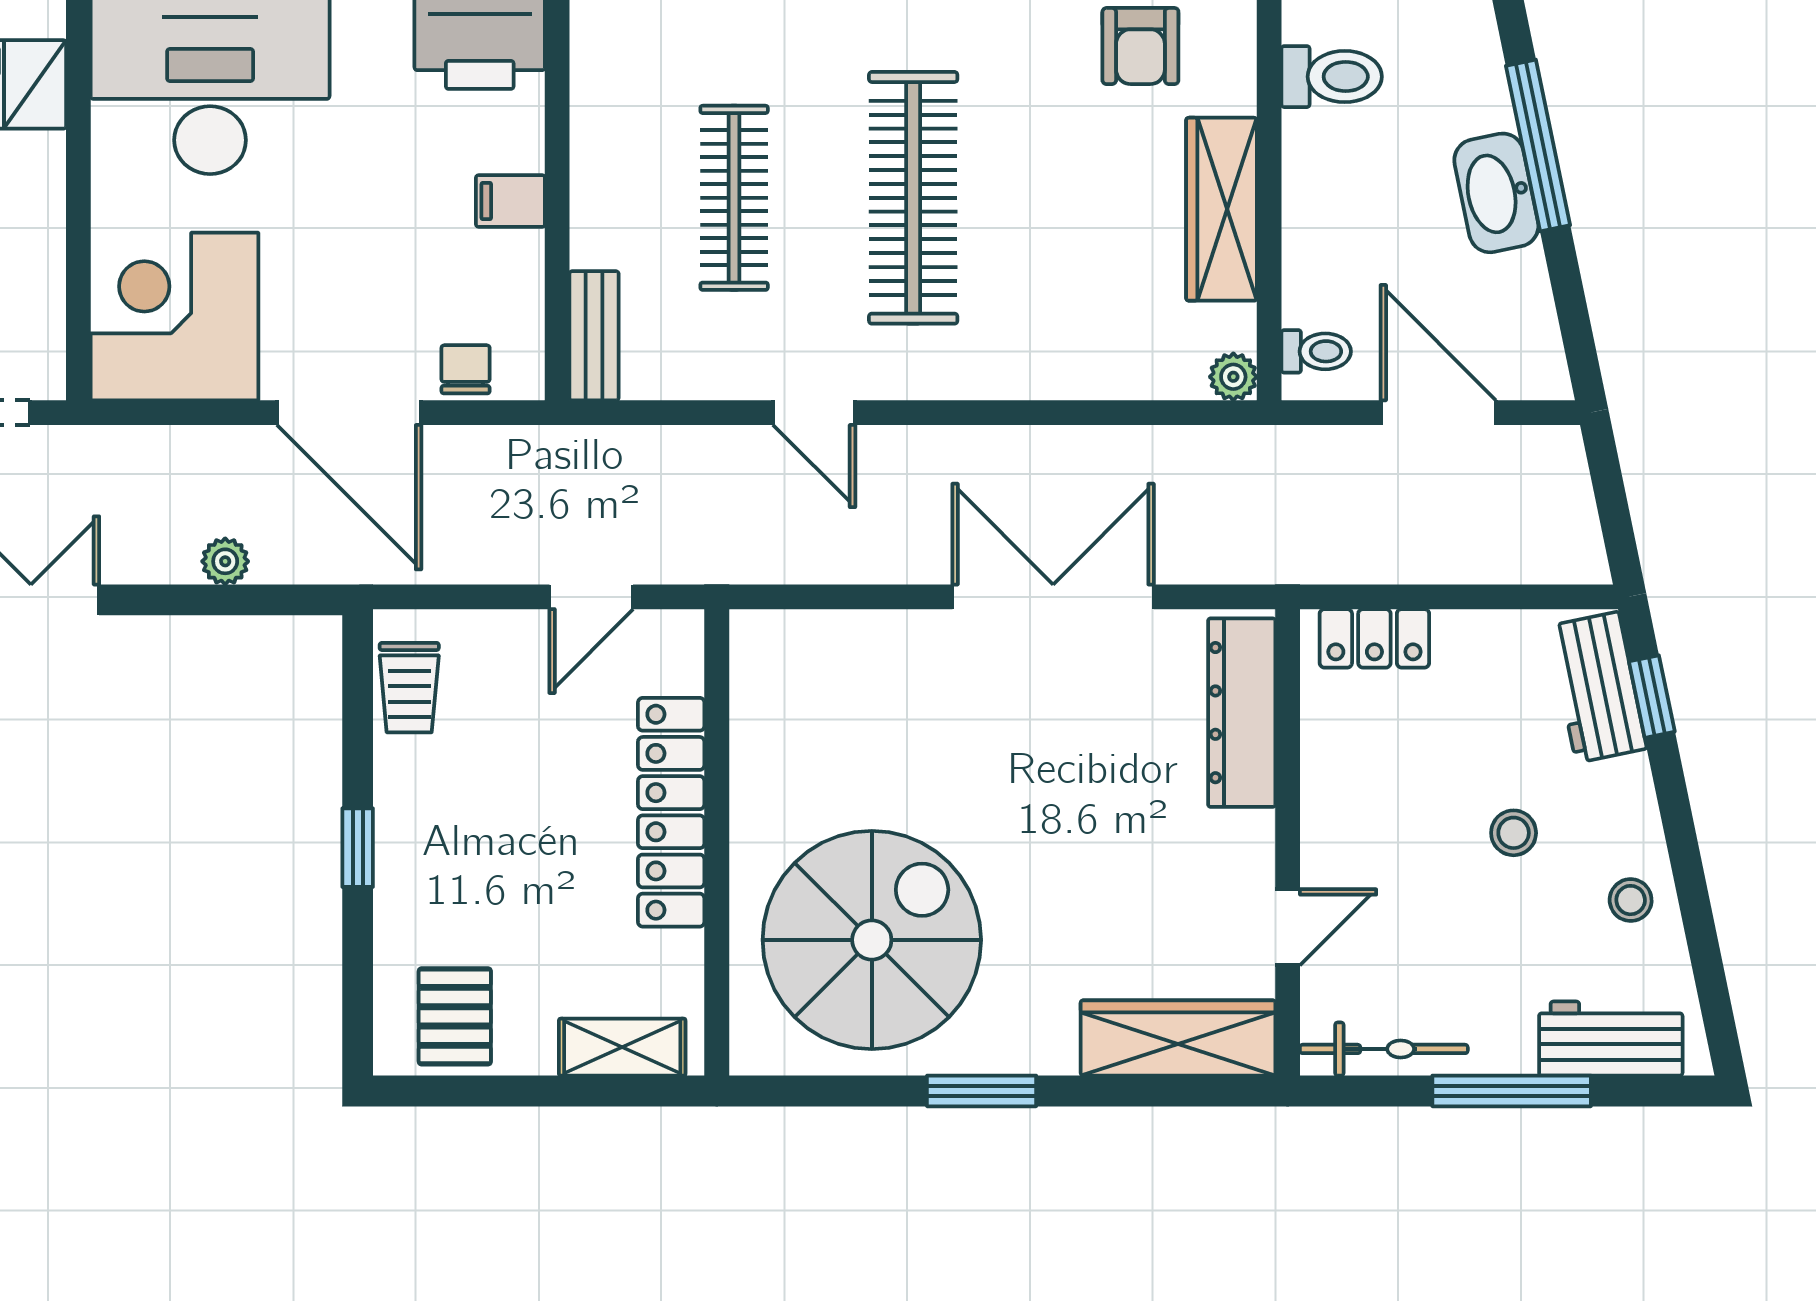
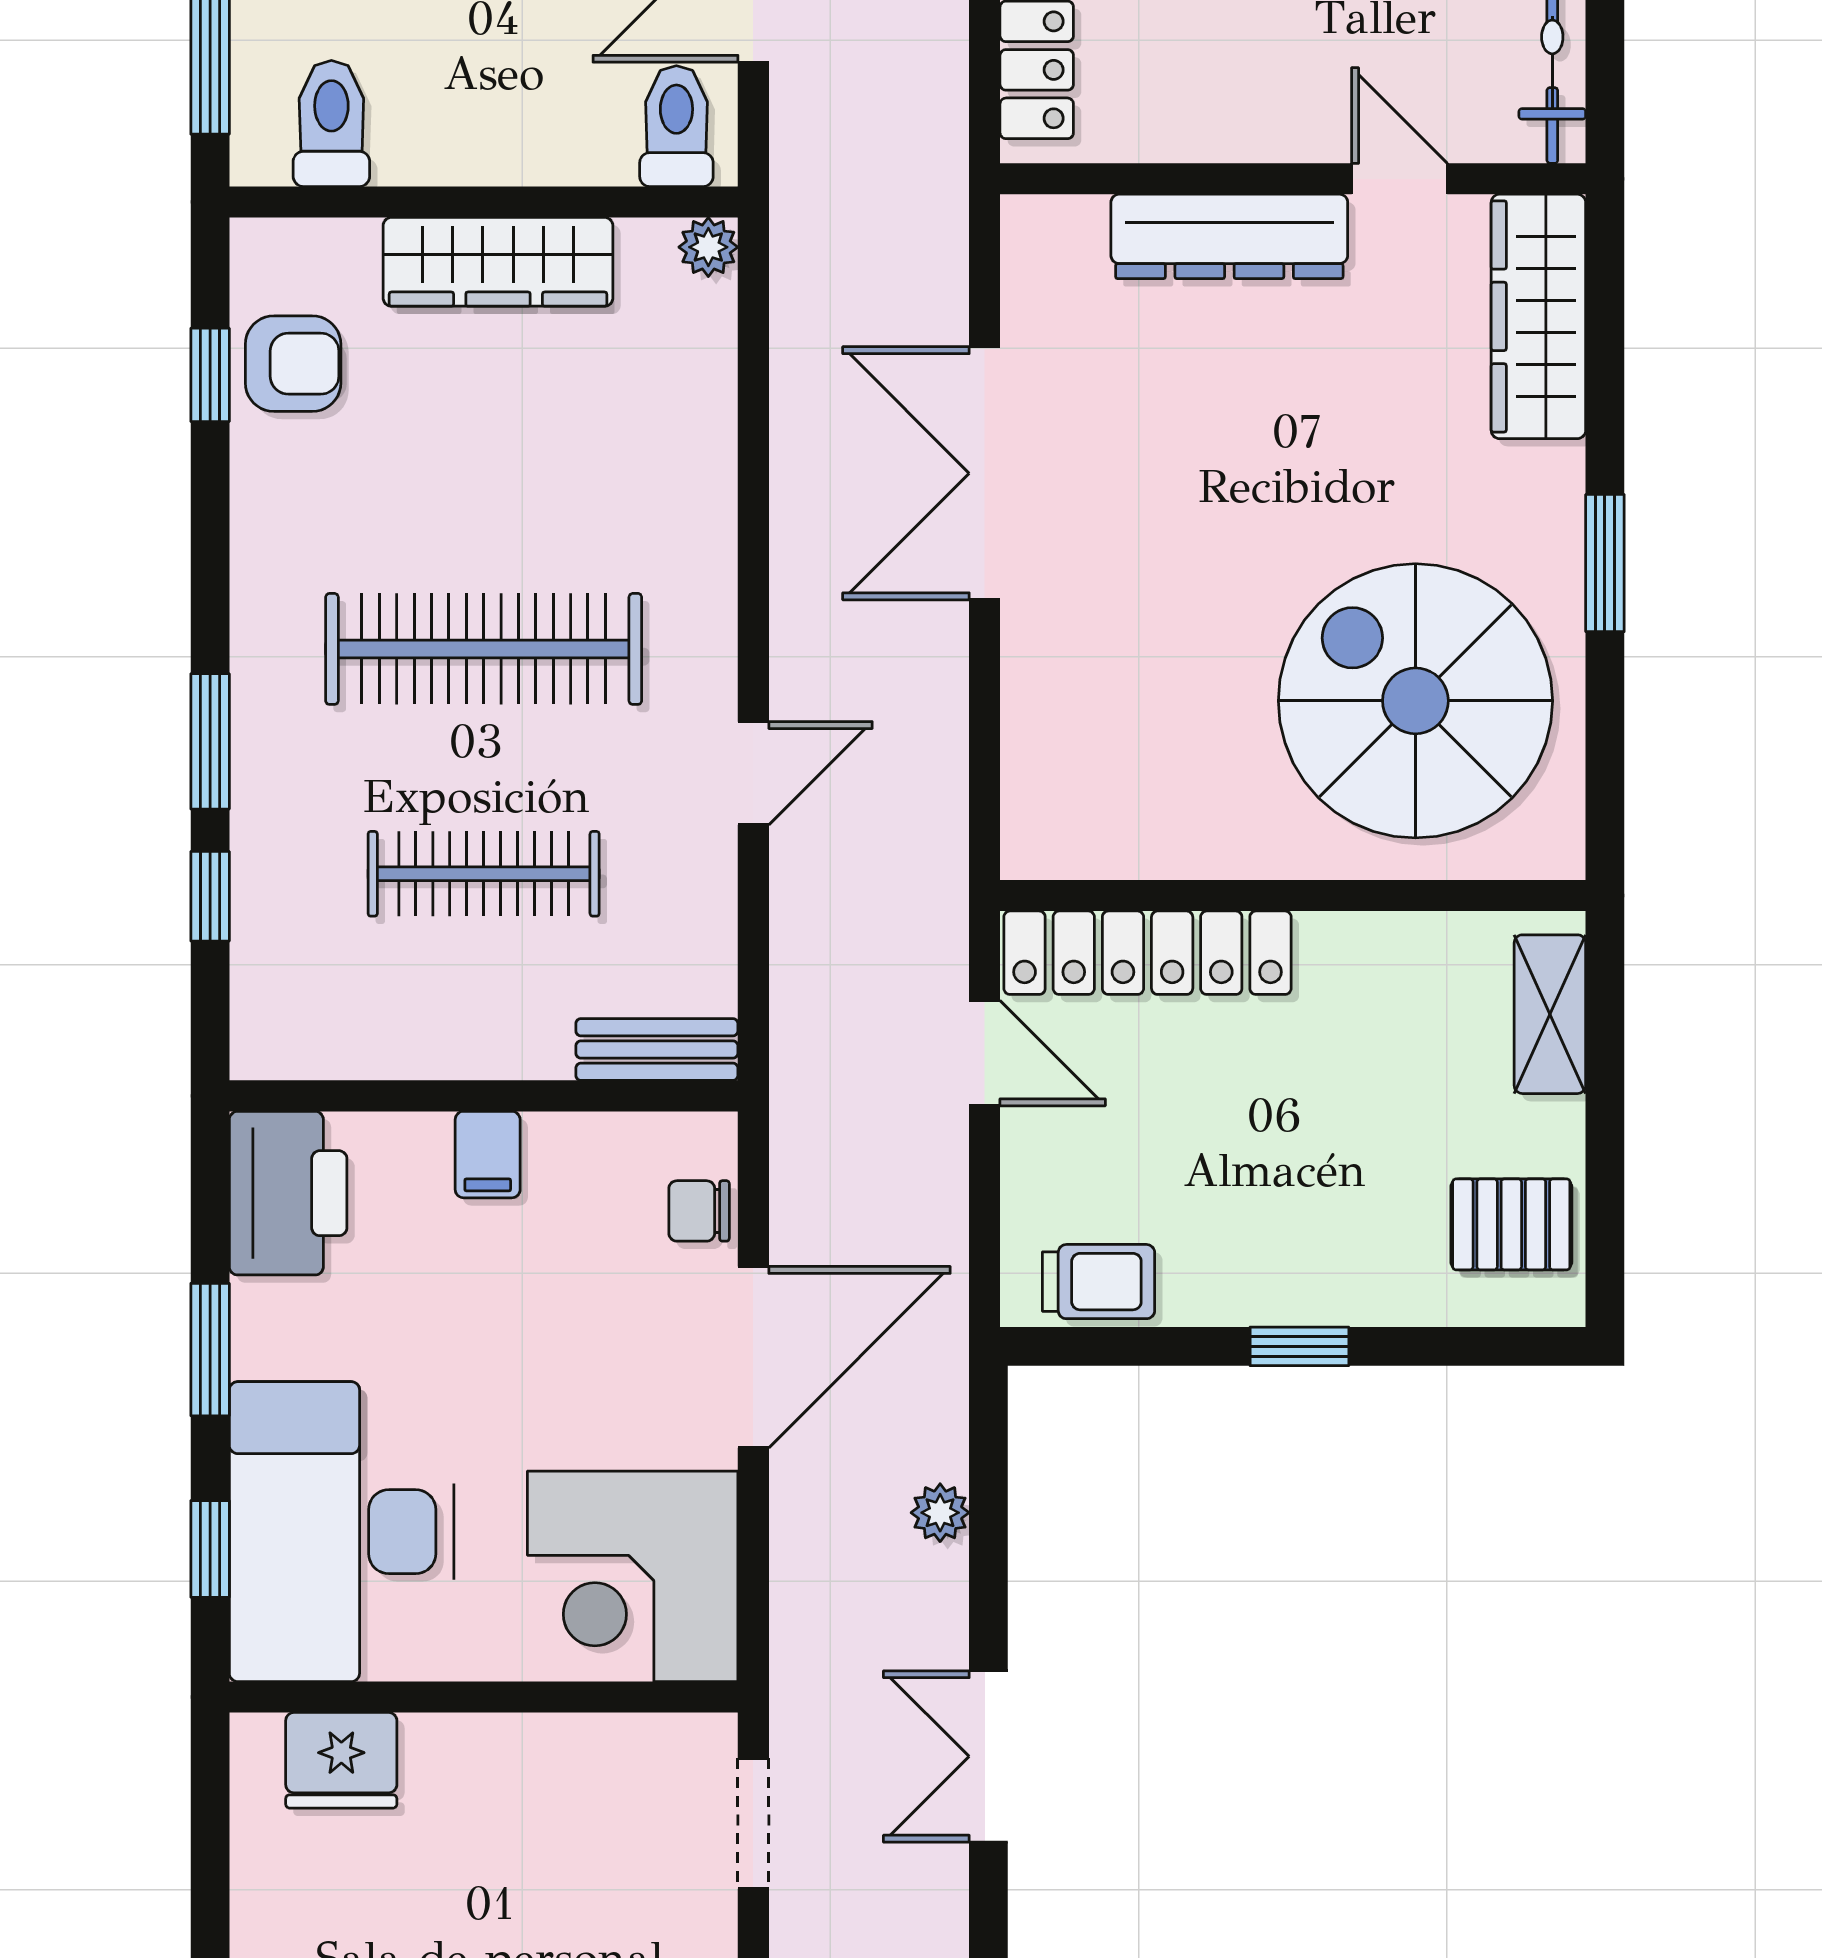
toilet: (1316, 351) -> (676, 126), width x1.37, depth x1.39
dresser: (1242, 713) -> (1229, 236), moved
locker: (671, 812) -> (1148, 953), moved

